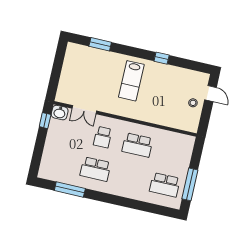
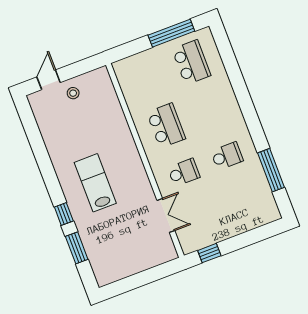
window: (162, 58) -> (64, 214), moved
lab bench: (131, 81) -> (95, 183), turned -90
washbasin: (60, 113) -> (189, 242), removed
school desk: (95, 169) -> (227, 156), width x0.54

